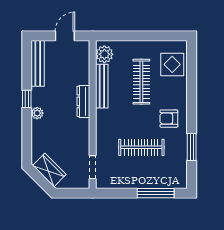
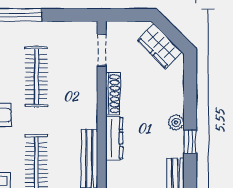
shoe rack: (84, 135) -> (113, 94), added
clothes rail: (141, 147) -> (36, 77), turned 90

